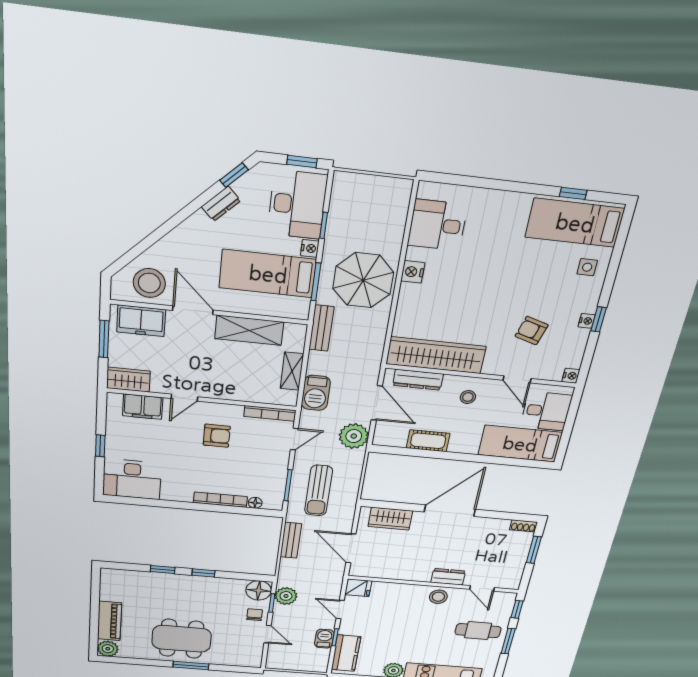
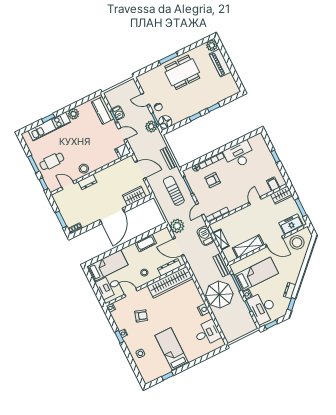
bed: (575, 223) -> (172, 349), moved, turned -90
filing cabinet: (143, 407) -> (273, 184), width x0.50
armchair: (217, 436) -> (213, 180), moved
desk: (132, 479) -> (239, 155), moved

